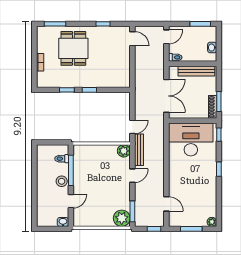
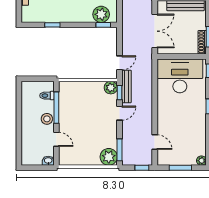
plant: (114, 80) -> (101, 14), added
window: (89, 90) -> (103, 25), moved
window: (132, 156) -> (120, 93), added
door: (71, 201) -> (56, 139), hinge flipped

